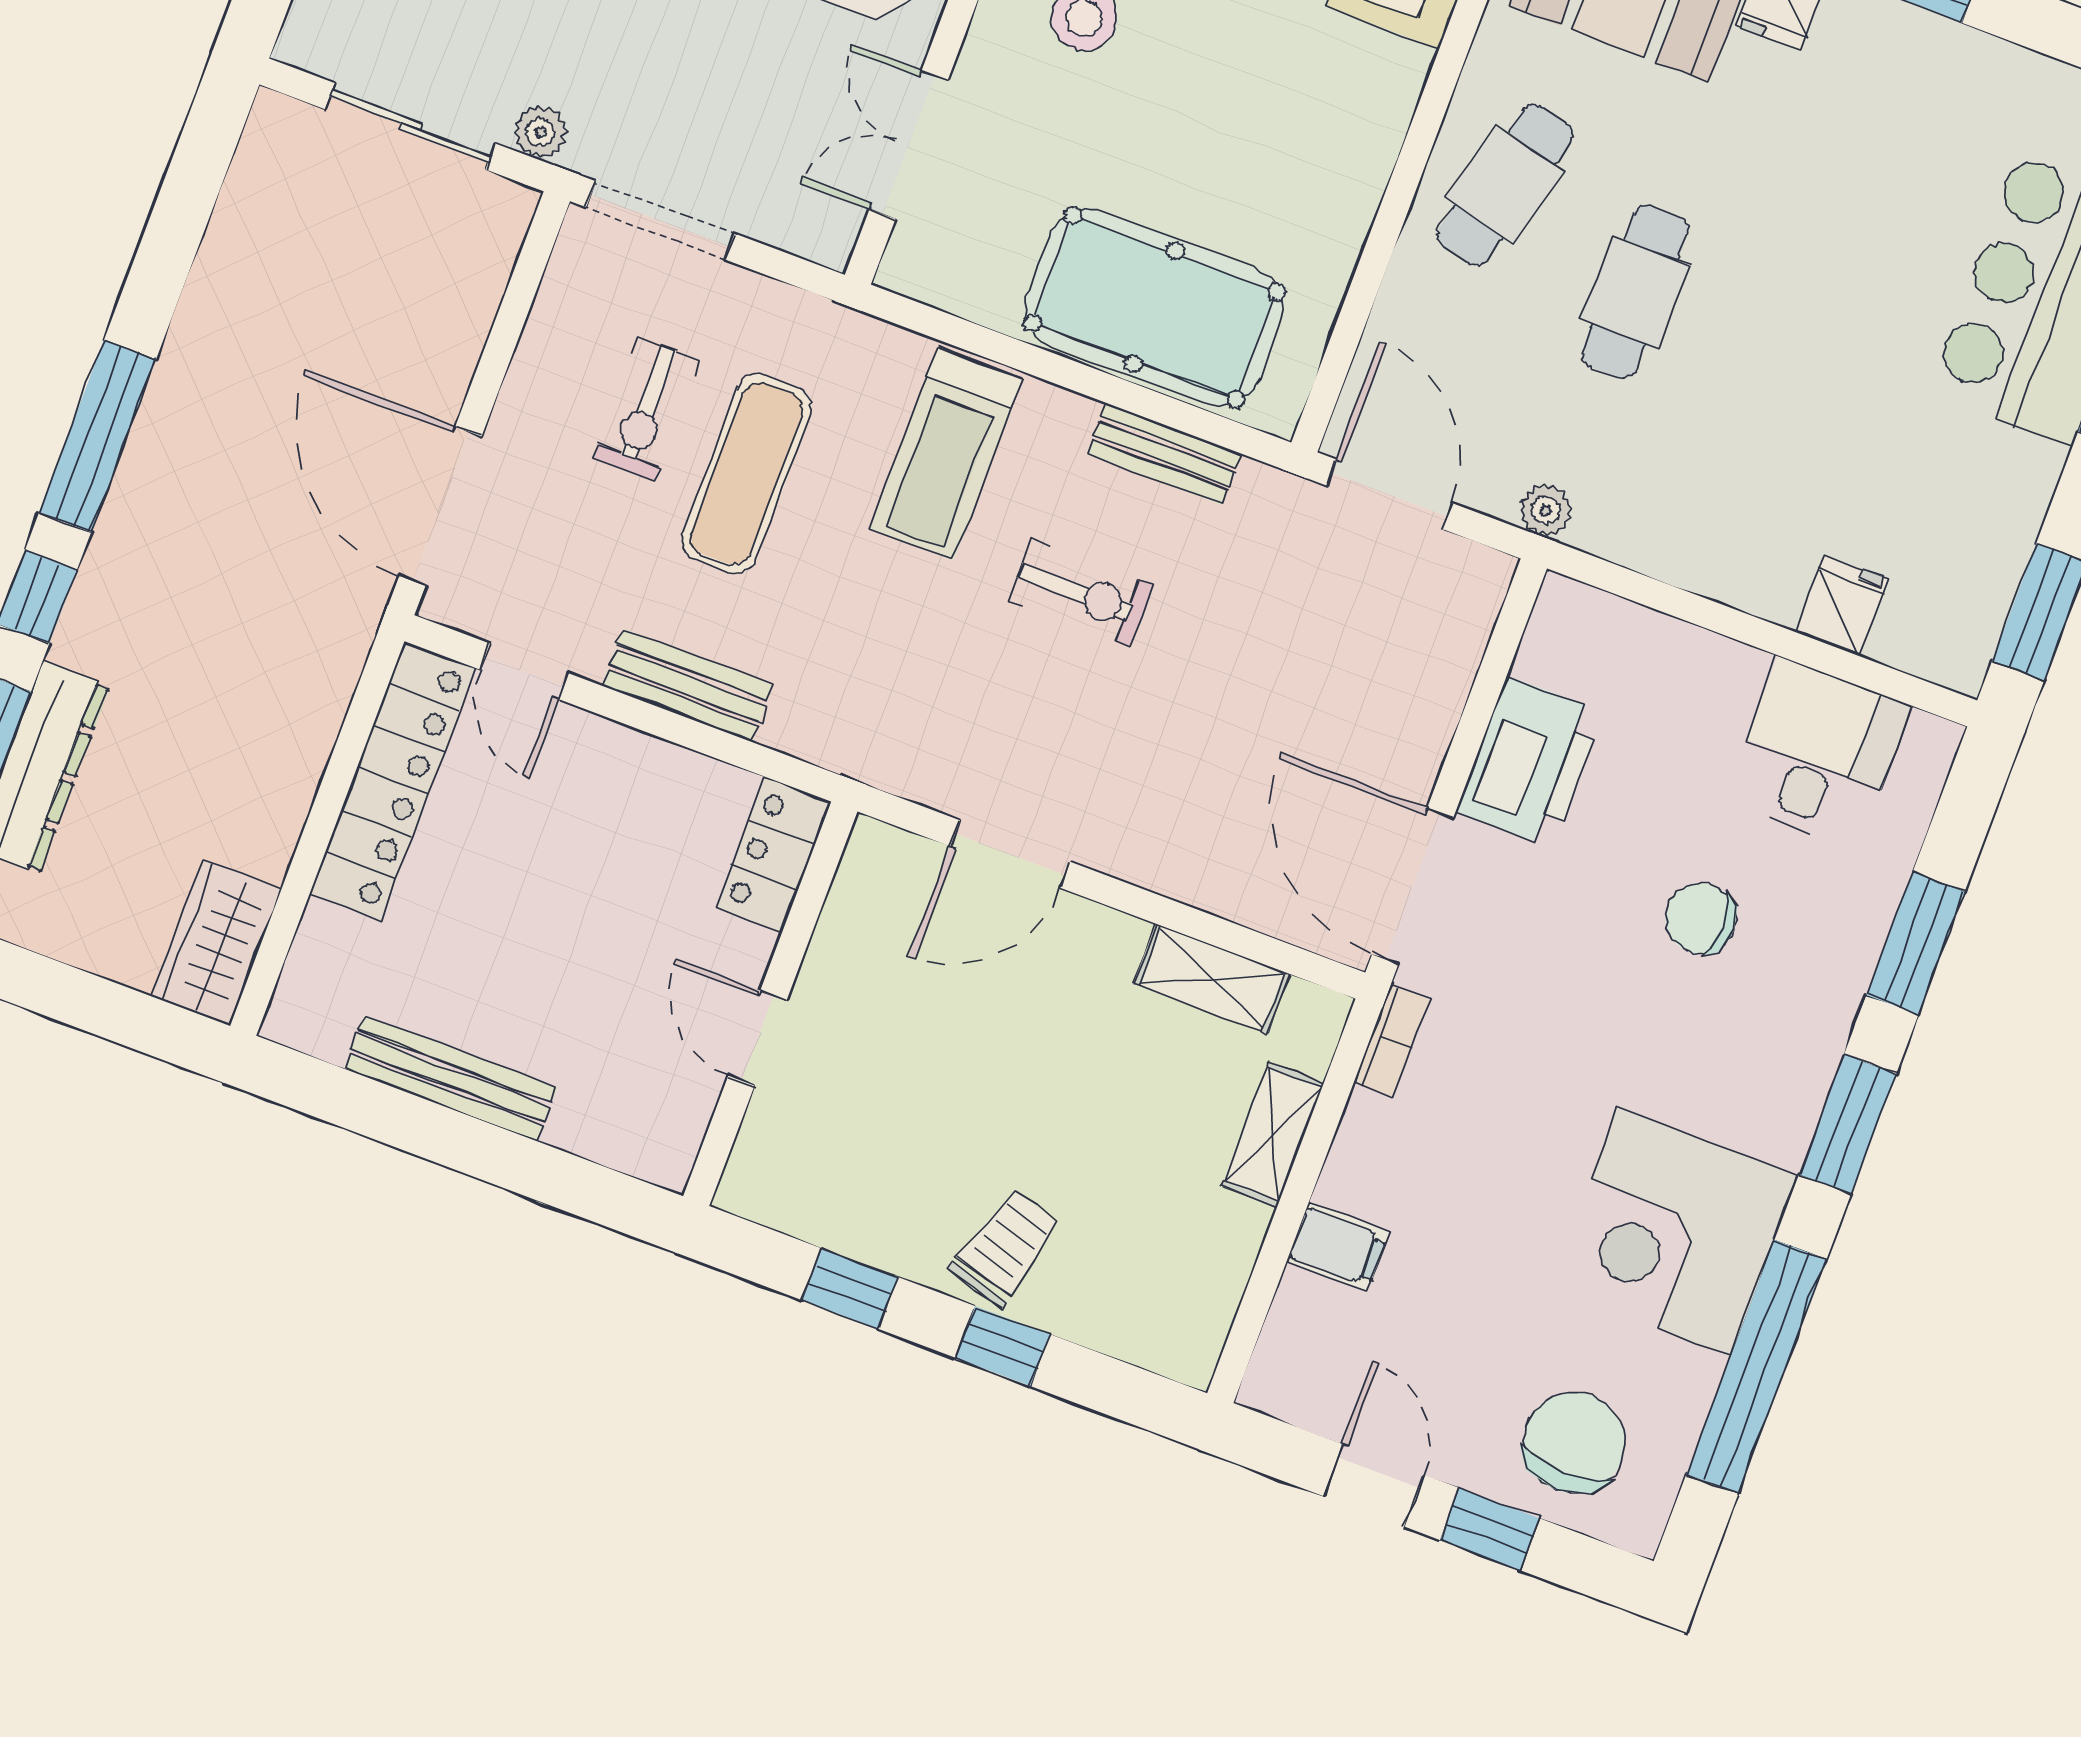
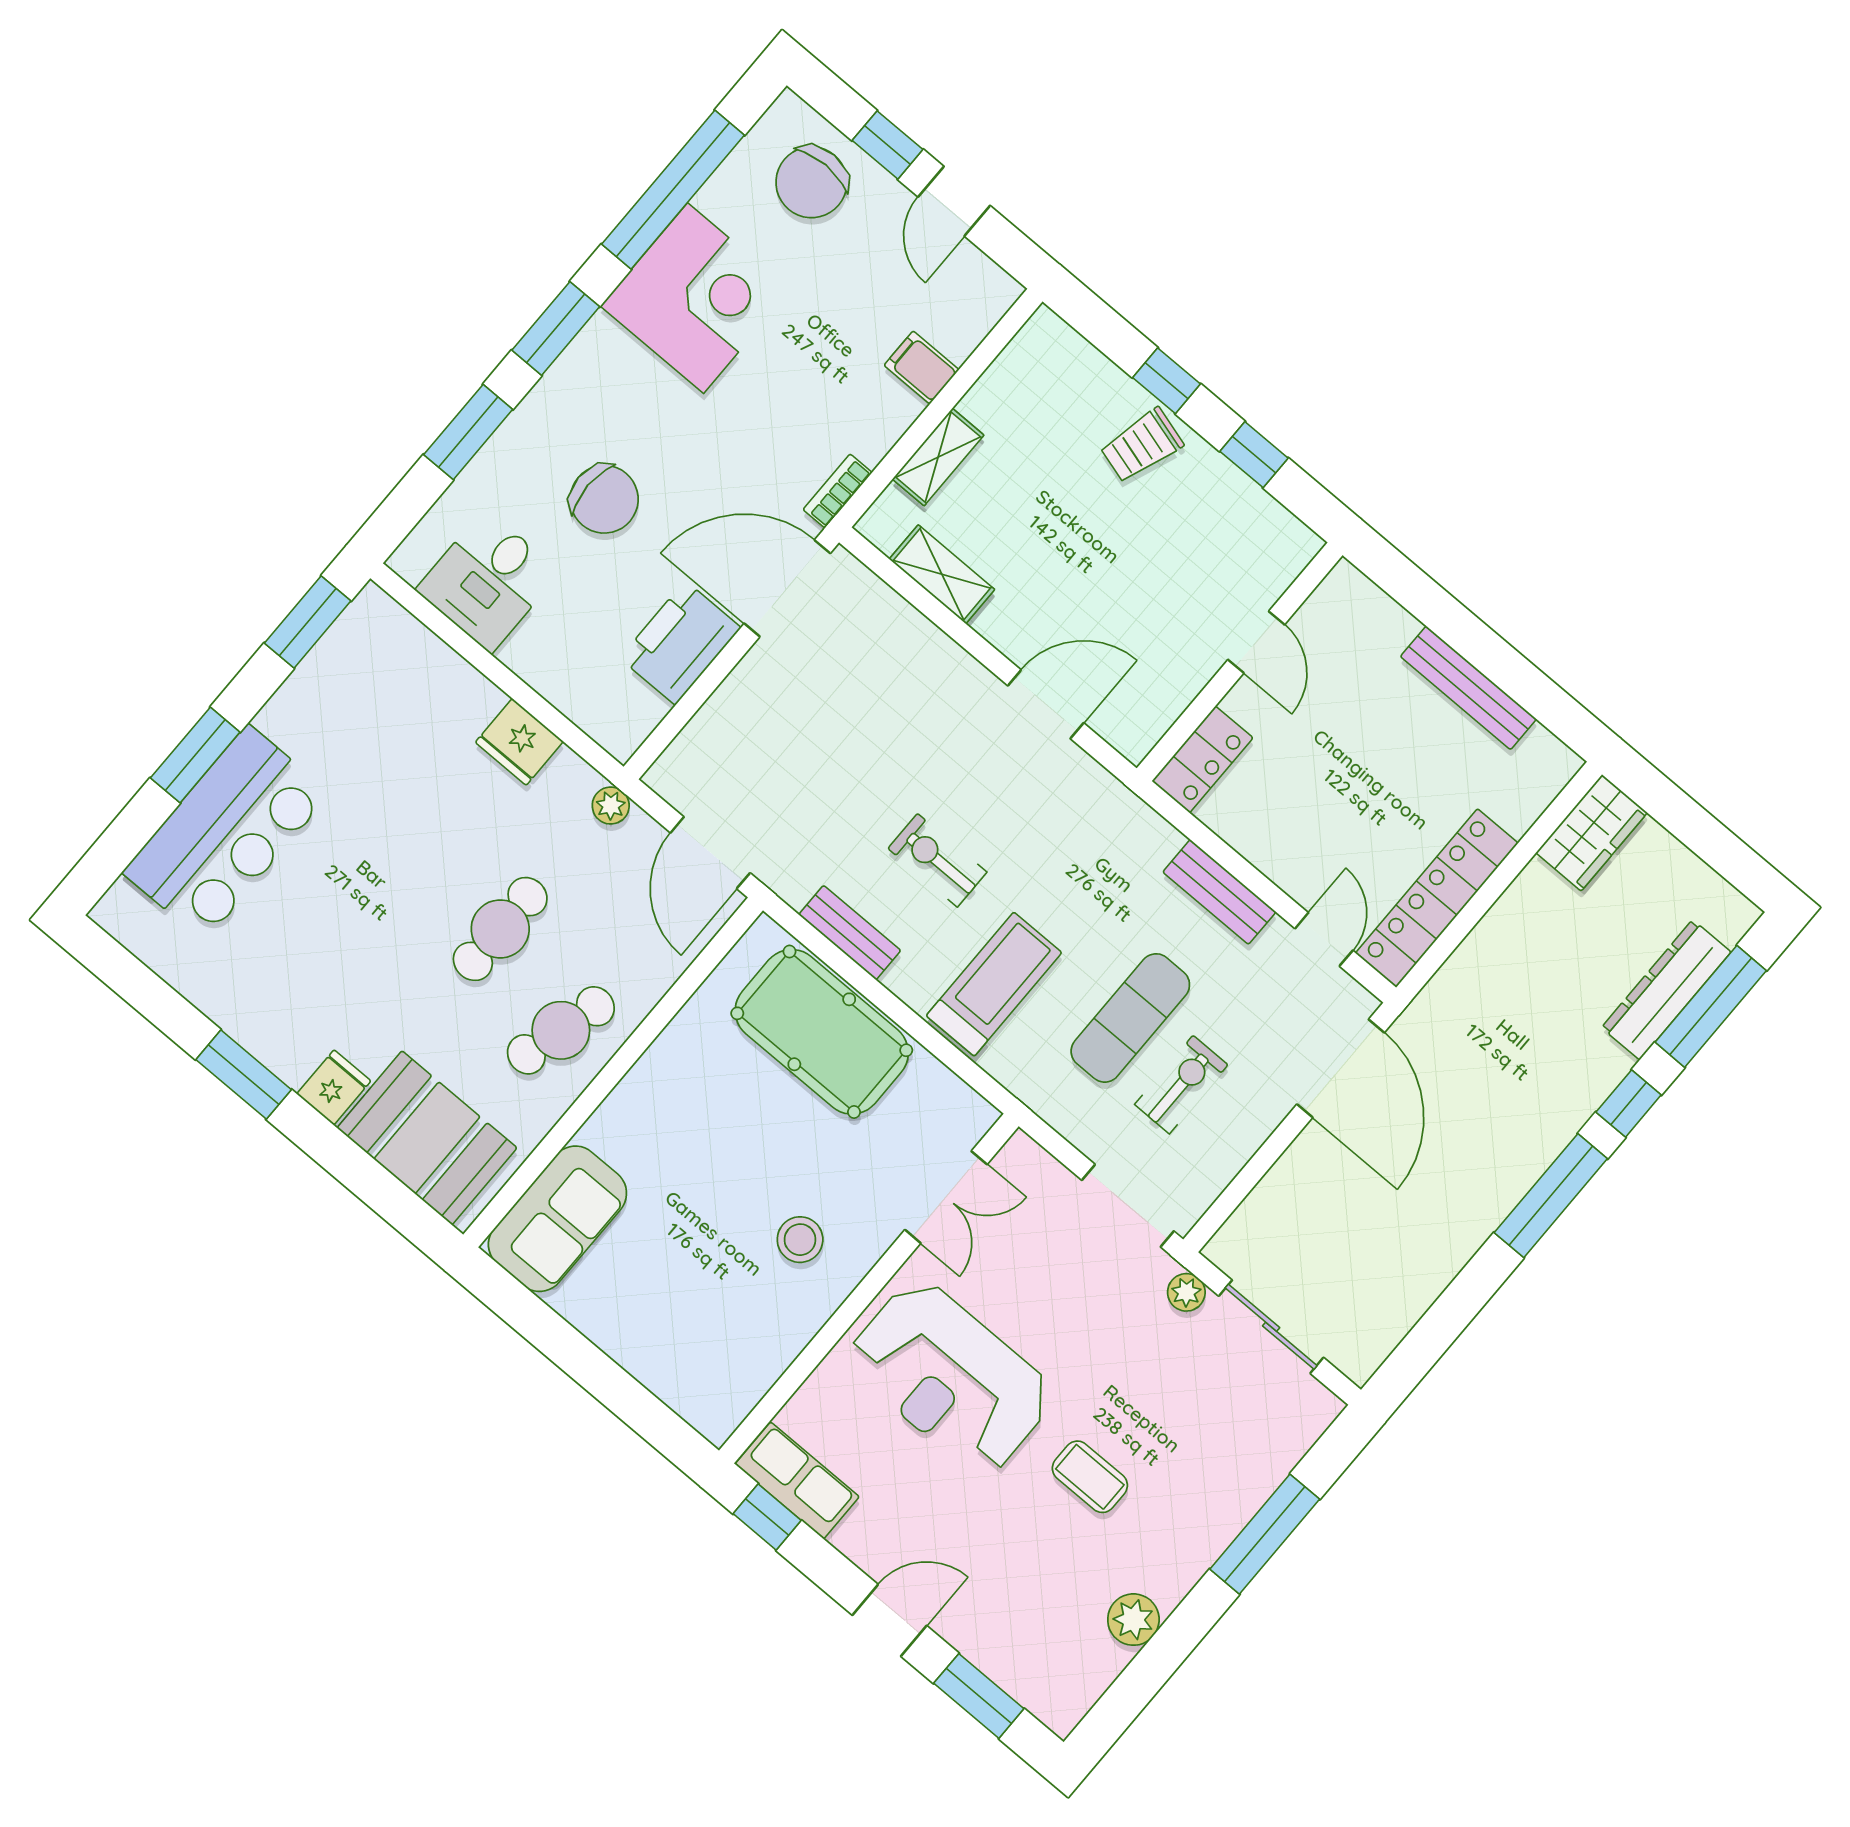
fridge: (1842, 606) -> (519, 742), moved, width x1.38
door: (1413, 886) -> (787, 588), swing flipped
chair: (1701, 918) -> (604, 499), width x1.37, depth x1.37

